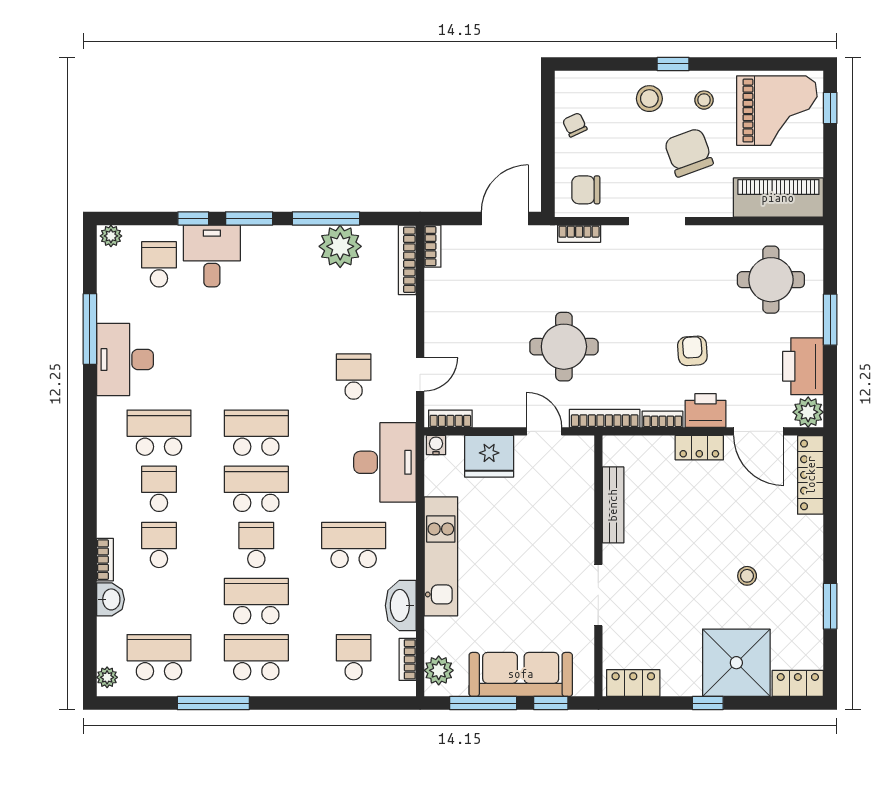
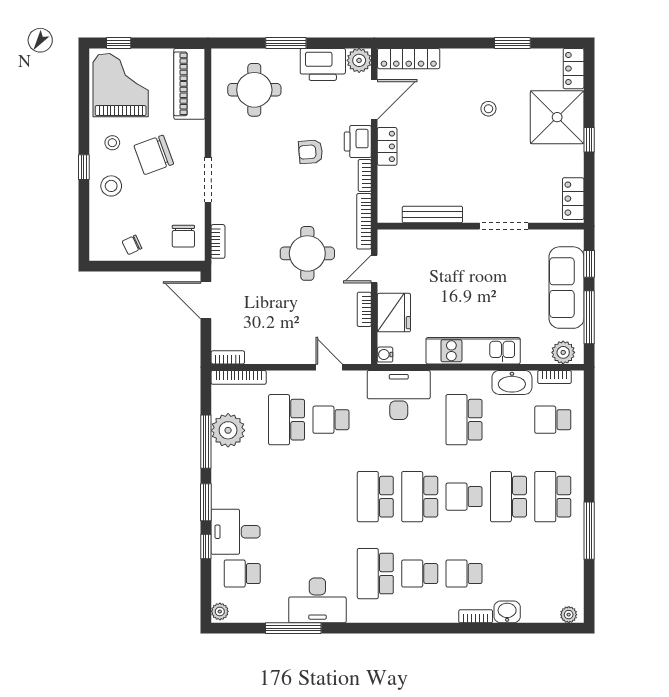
bookcase: (450, 419) -> (364, 309), moved
school desk: (159, 657) -> (287, 420), moved

